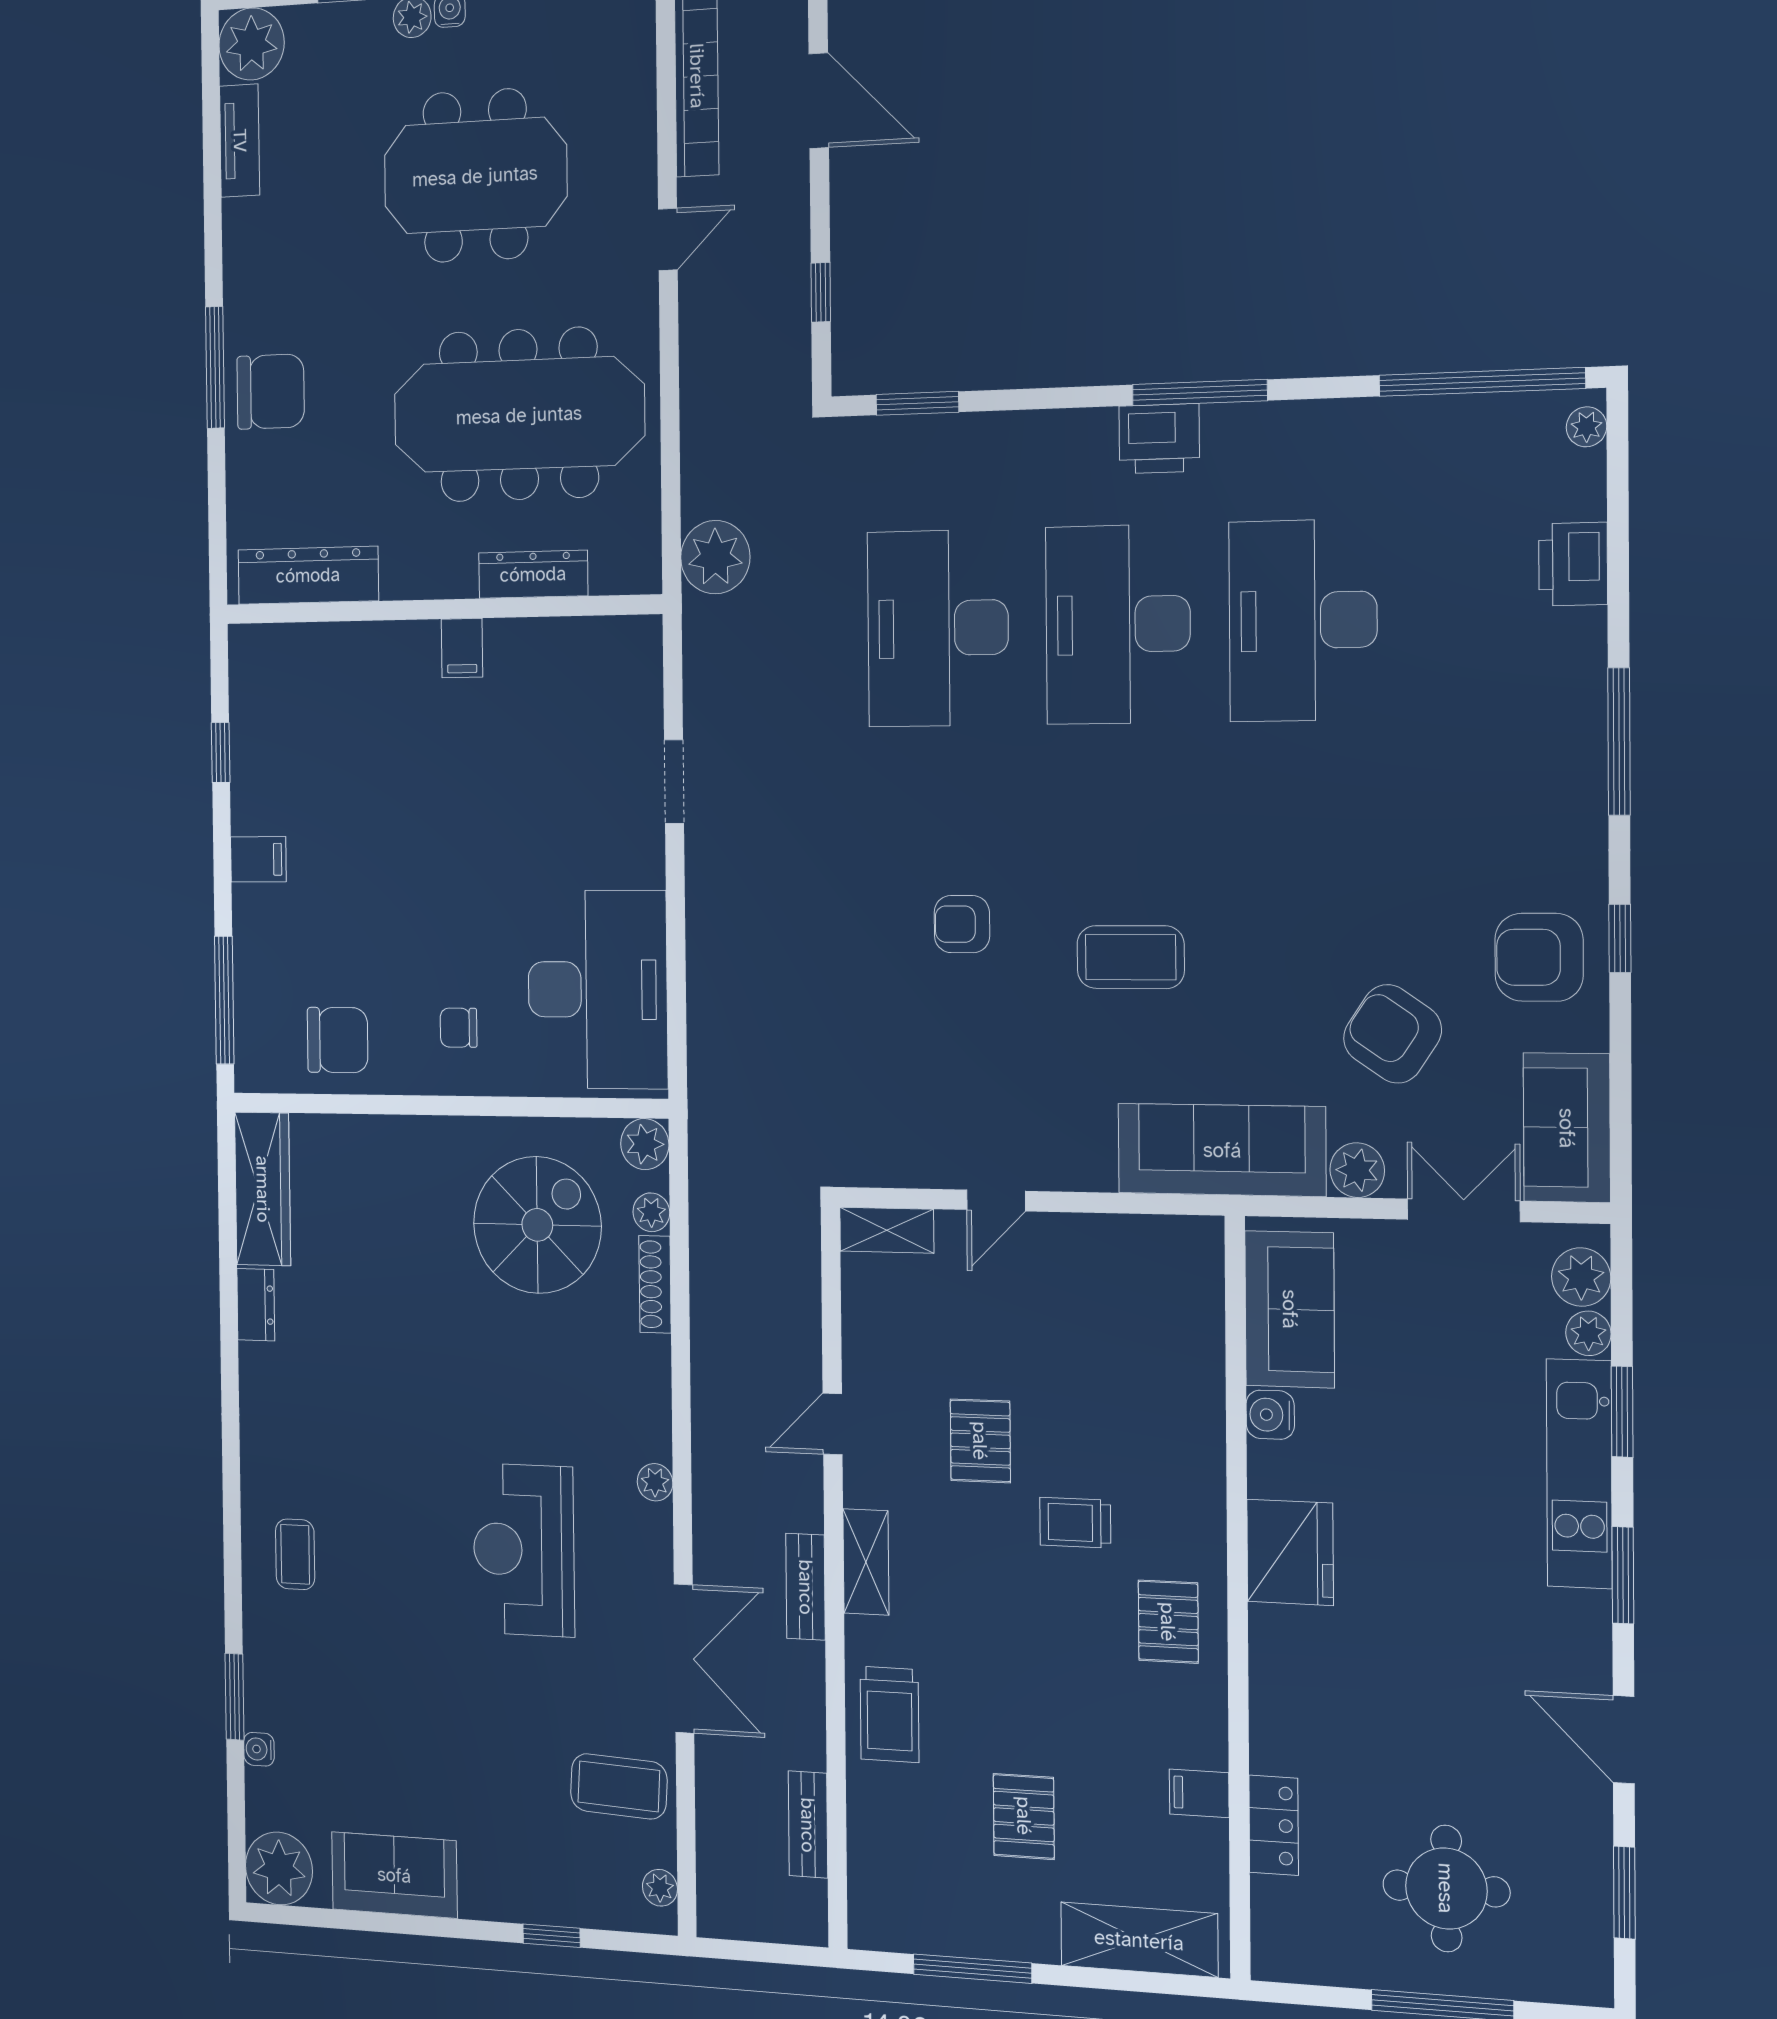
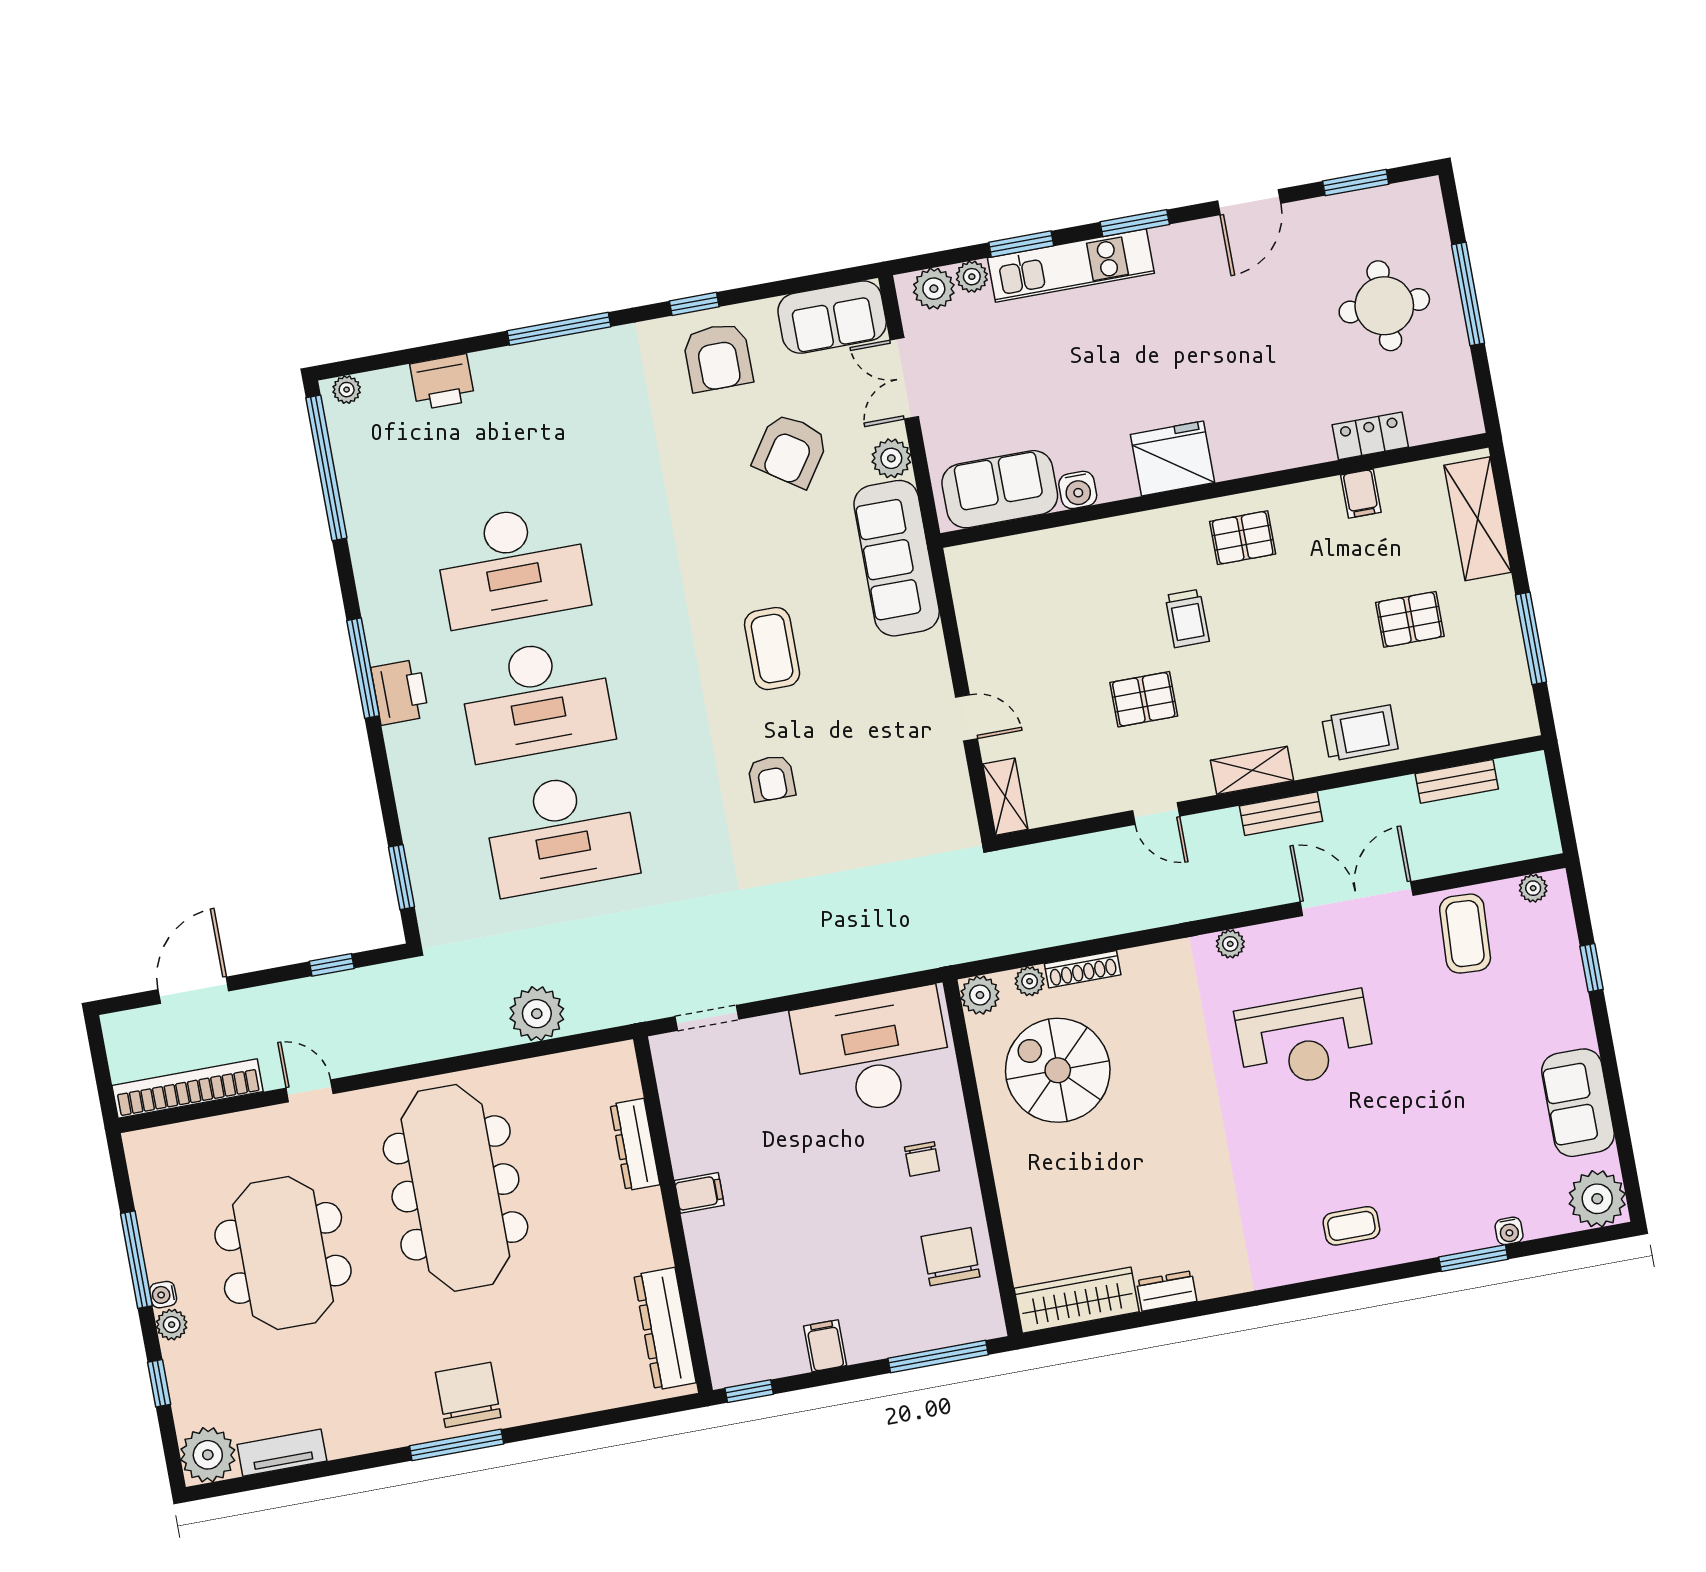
dresser: (533, 574) -> (635, 1145), moved
dresser: (308, 575) -> (665, 1329), moved
wall: (441, 609) -> (673, 1215), moved
filing cabinet: (462, 648) -> (699, 1193), moved

